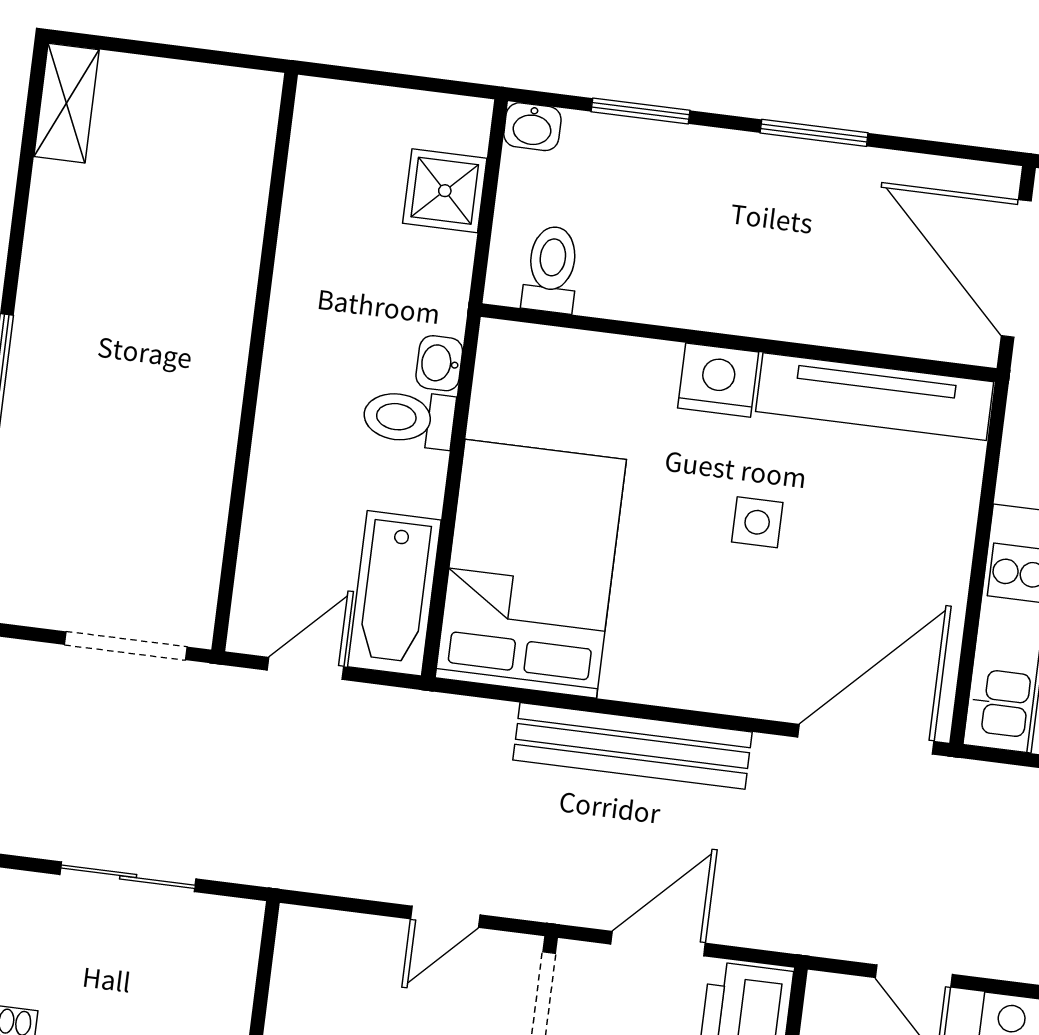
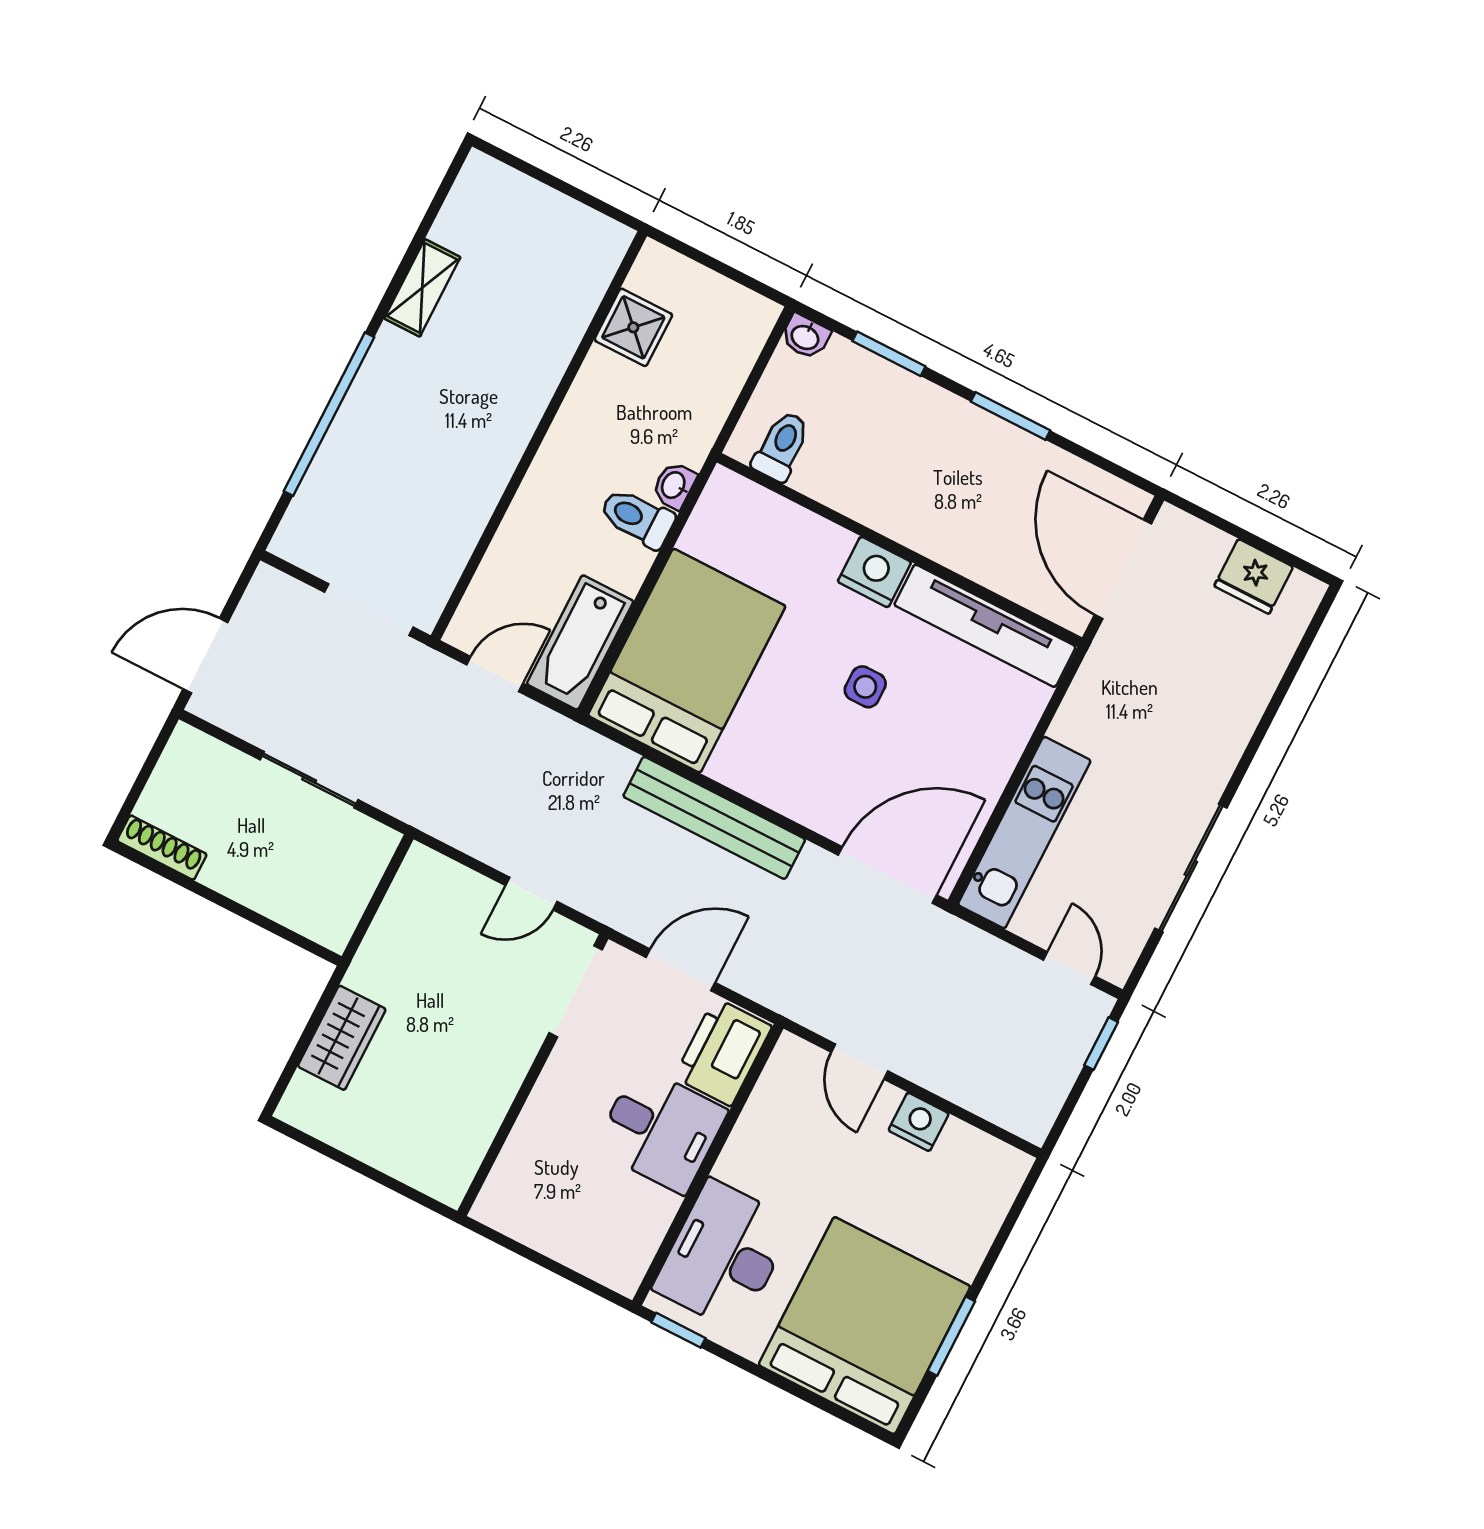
shelving: (66, 103) -> (422, 288), moved
shower: (445, 191) -> (633, 327), moved

